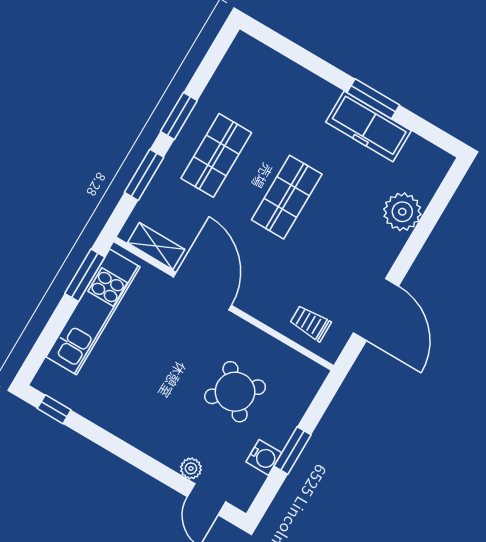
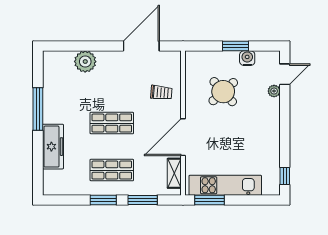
window: (373, 99) -> (38, 109), width x1.44
freezer: (368, 126) -> (53, 147), moved
trolley: (310, 323) -> (161, 93), moved, turned -85

